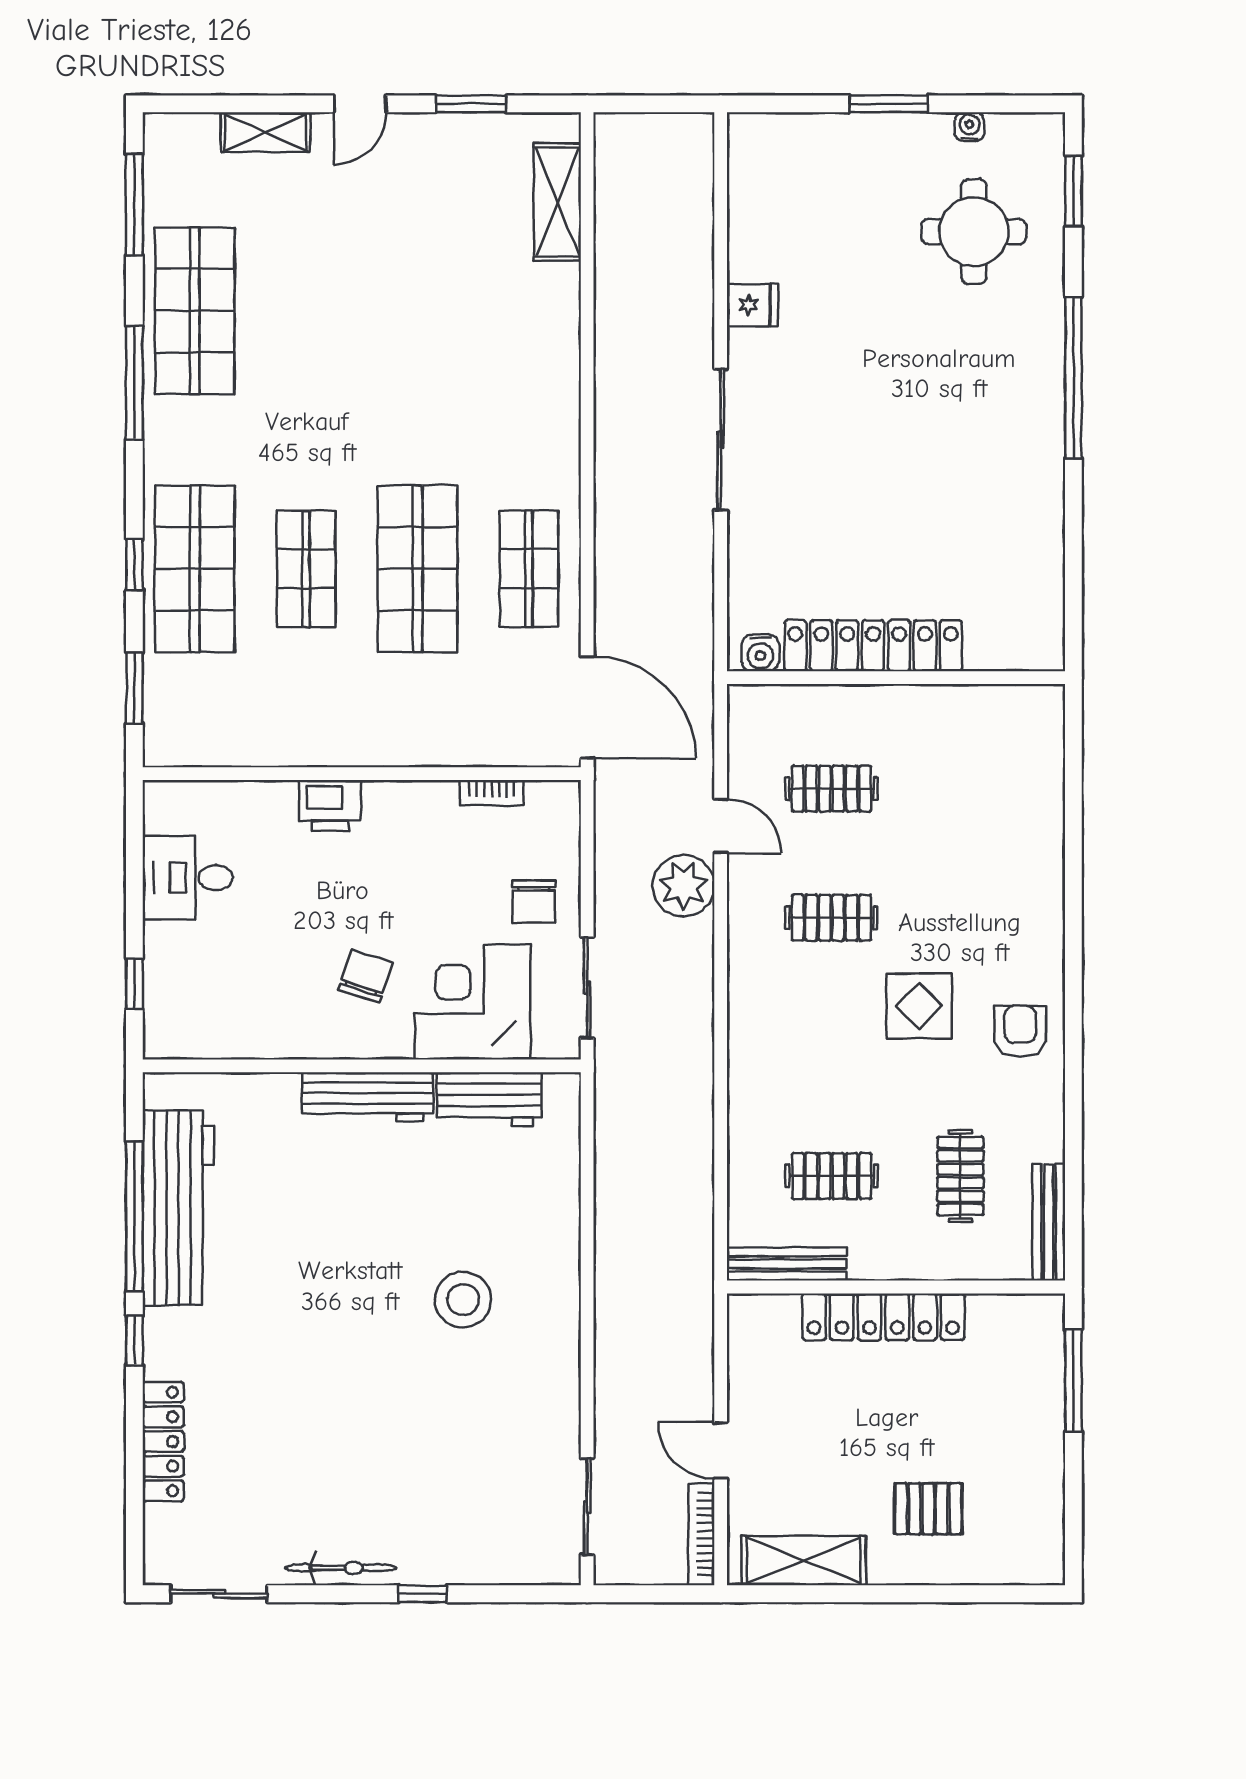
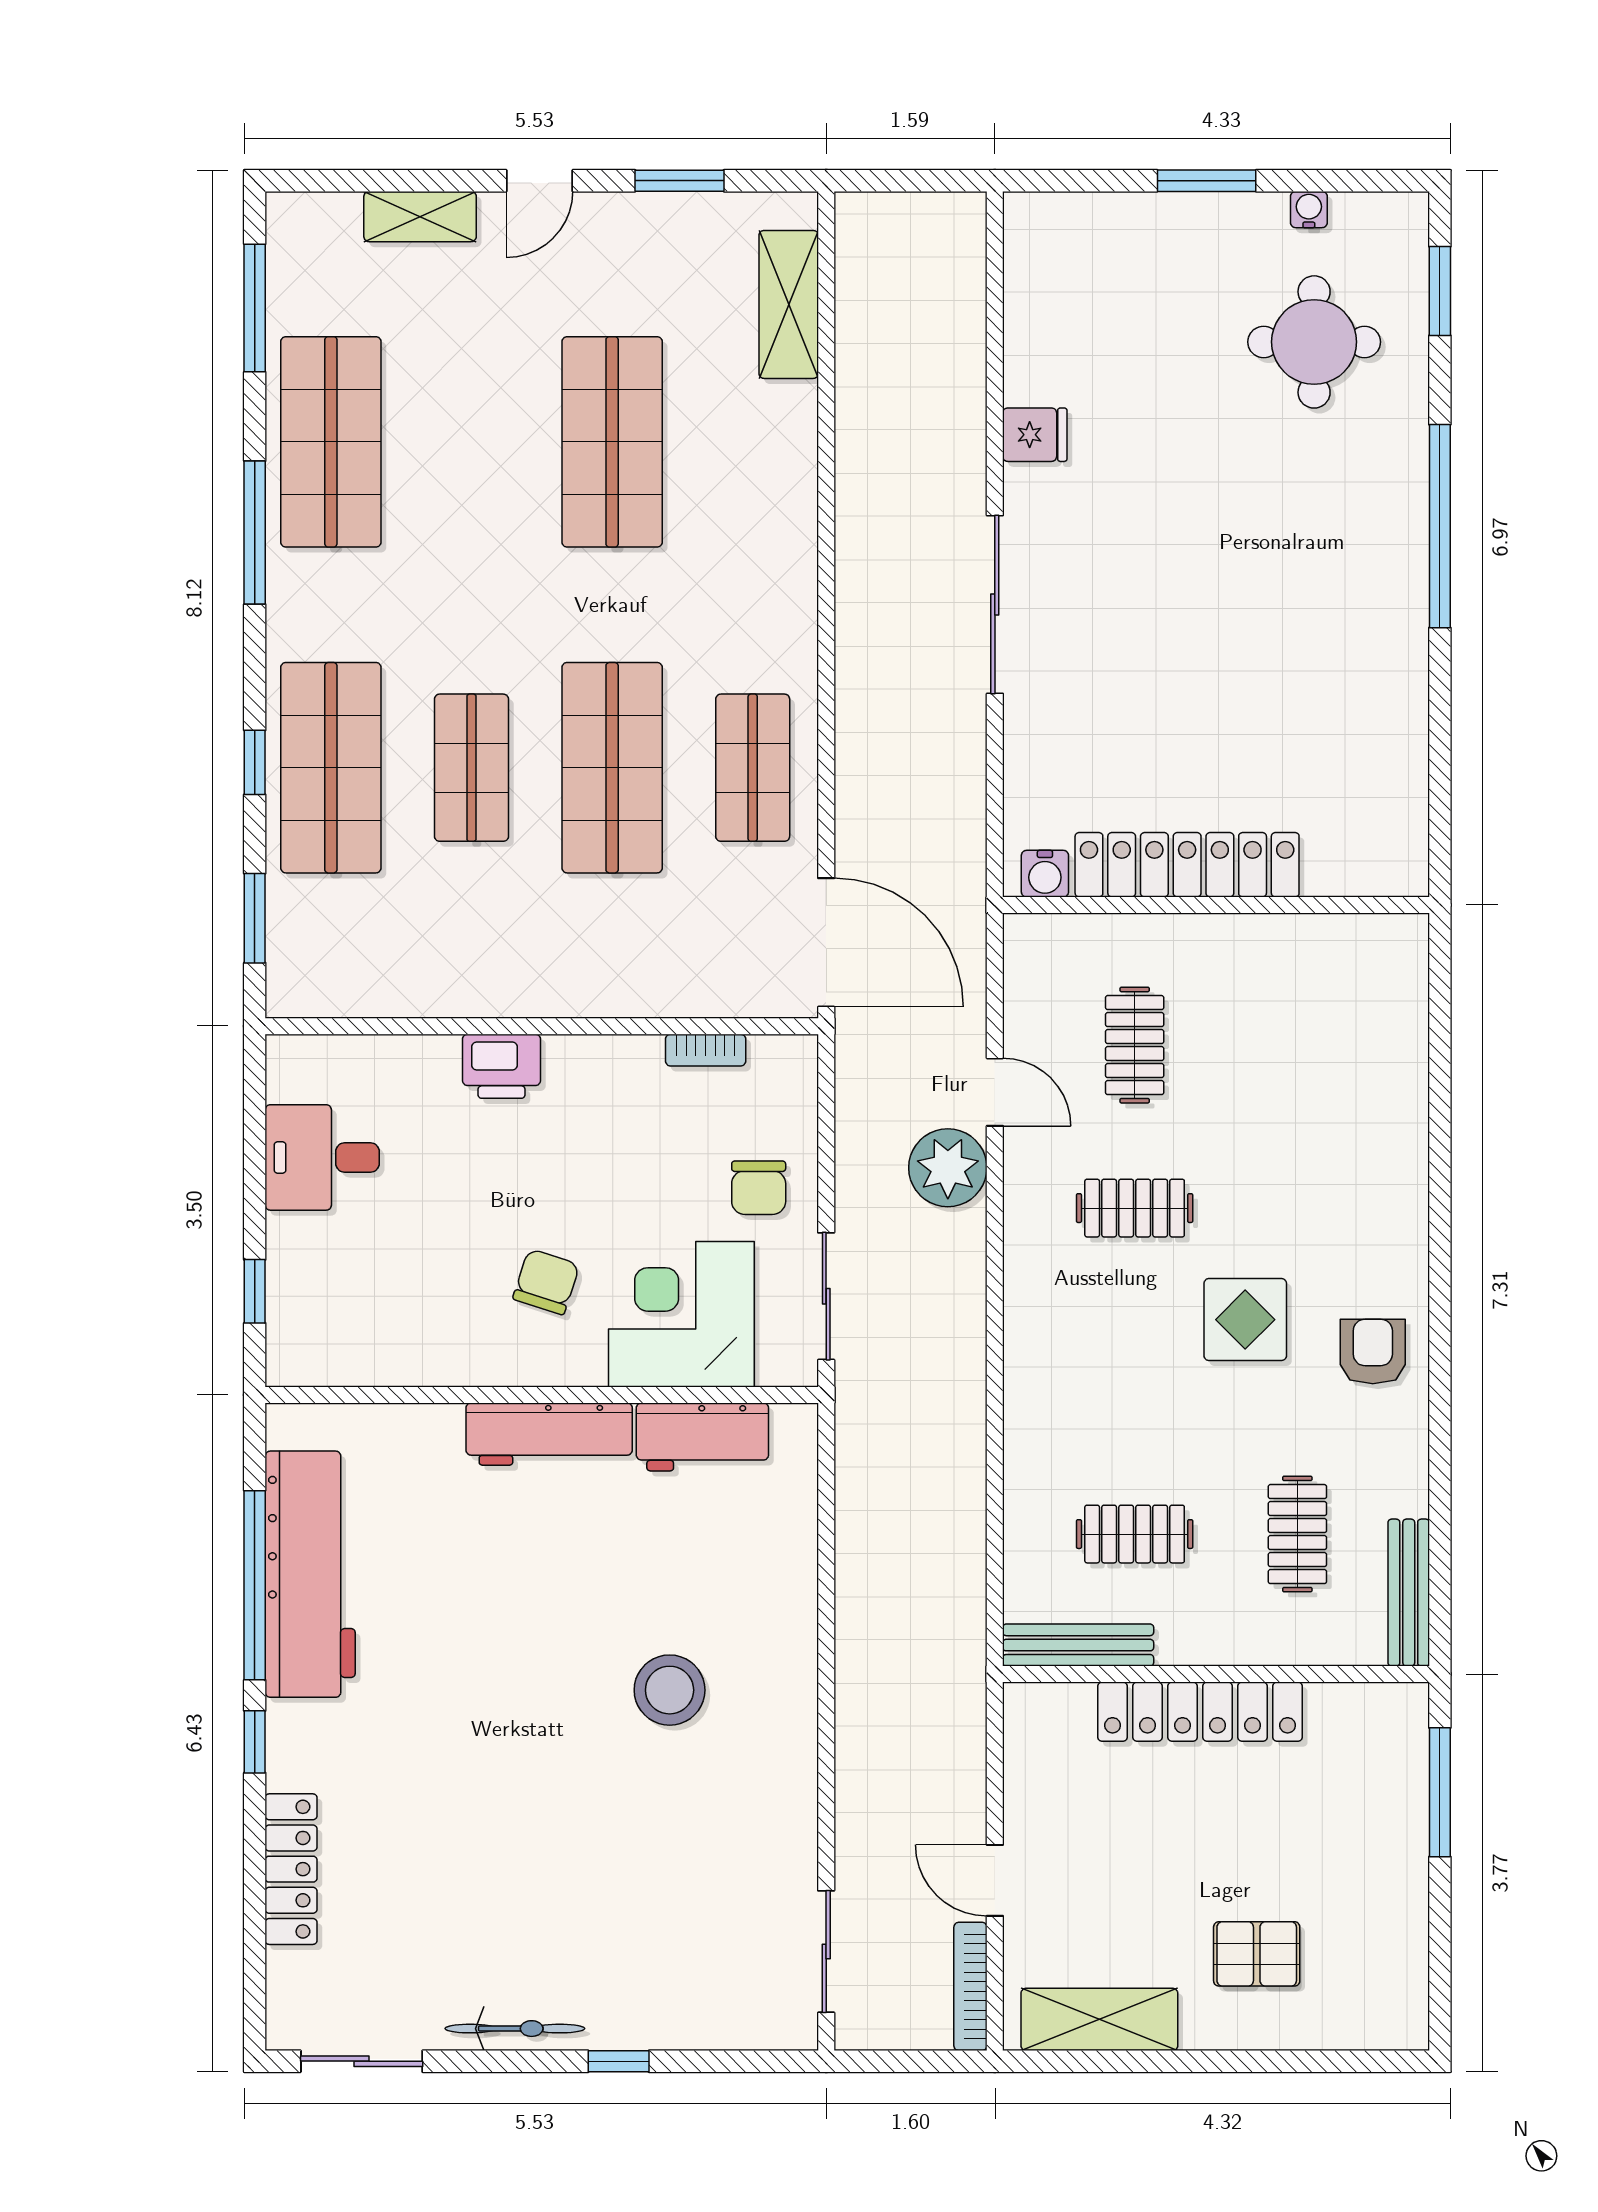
shop shelf: (418, 311) -> (612, 442), added
clothes rail: (832, 789) -> (1135, 1045), turned 90

